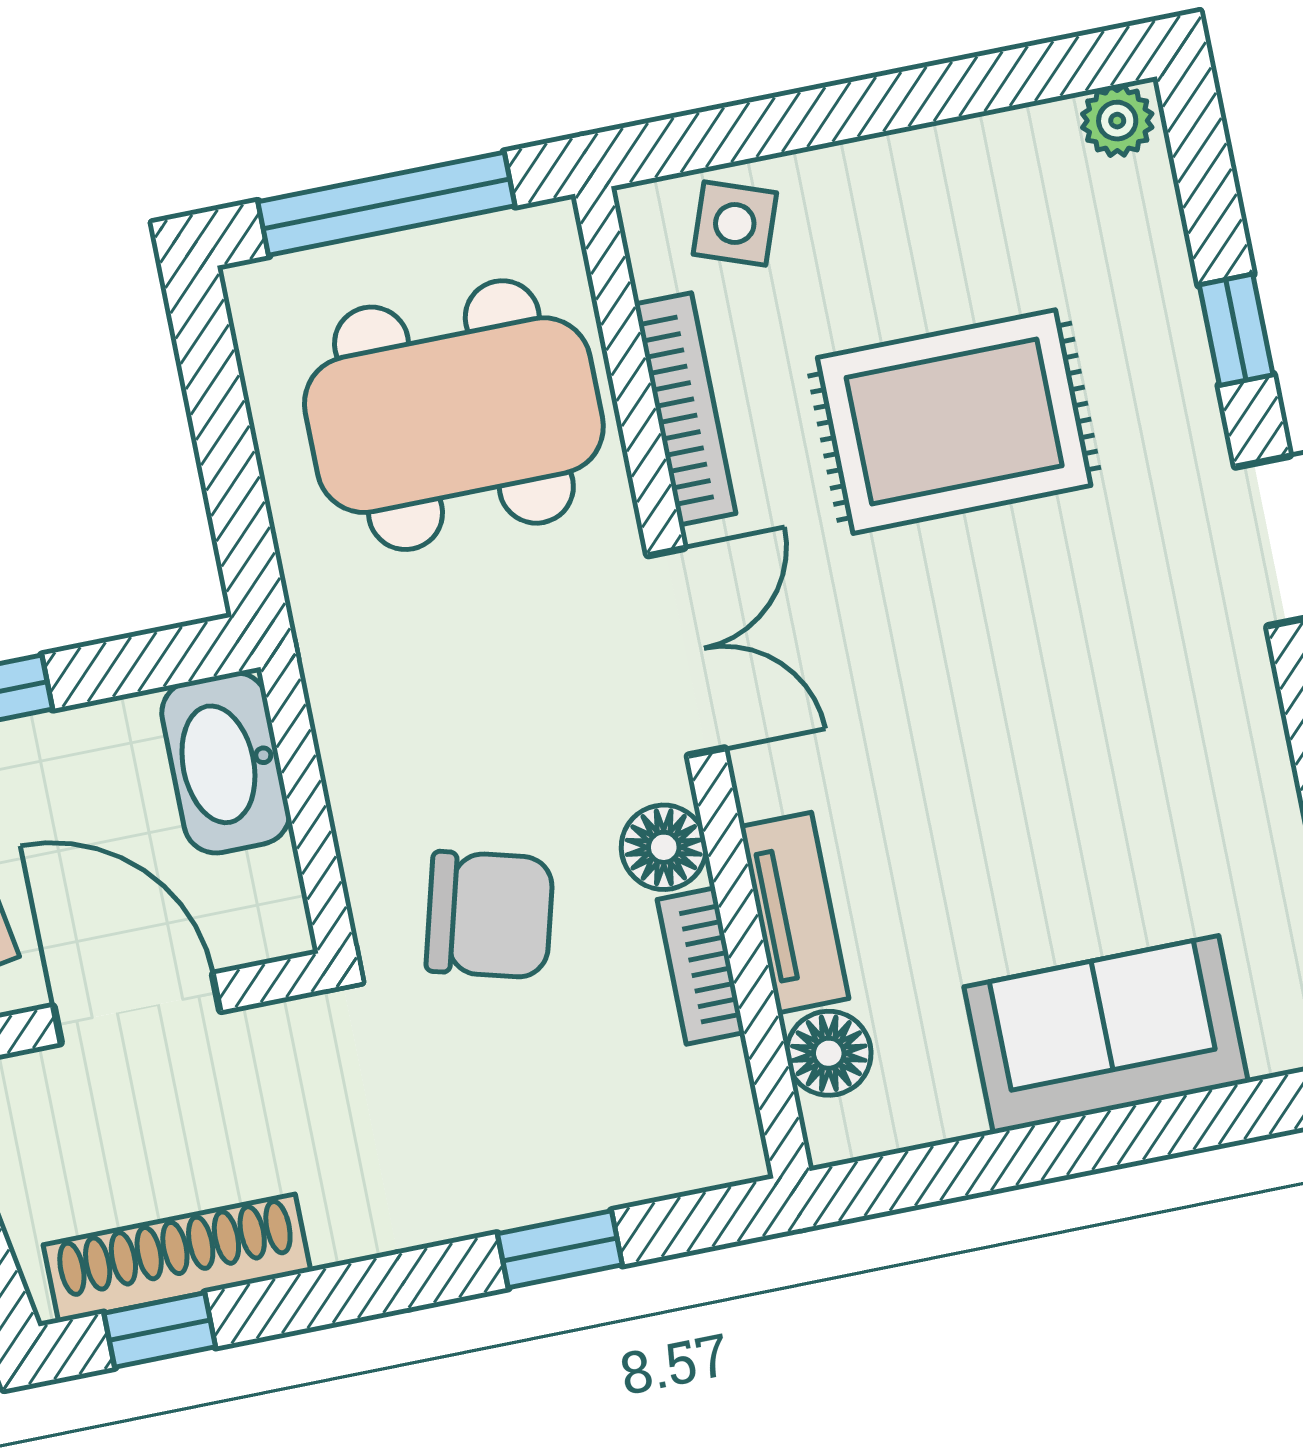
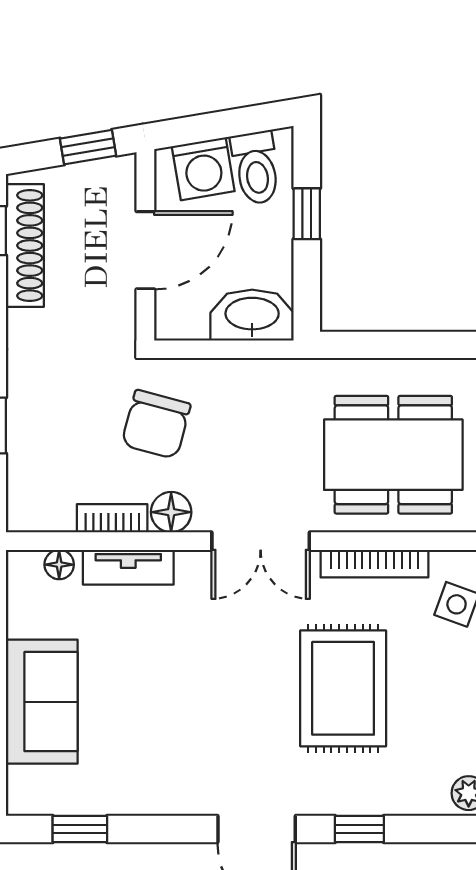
dining table: (454, 415) -> (393, 455), turned 90
floor lamp: (829, 1053) -> (59, 565), width x0.73, depth x0.73

